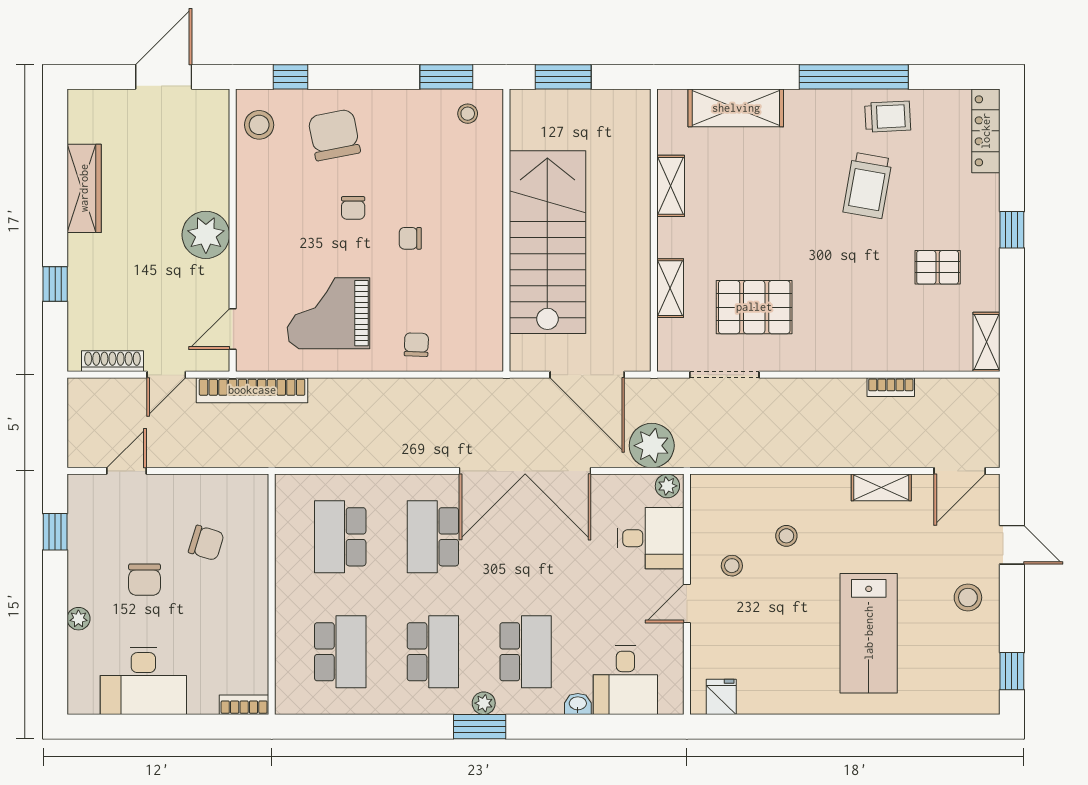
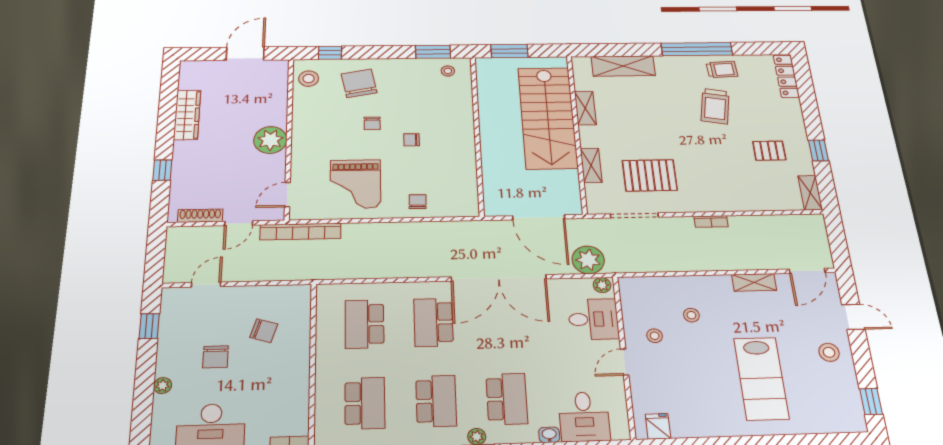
window: (1012, 230) -> (818, 150), moved
stairs: (547, 242) -> (548, 118), moved, turned 180
grand piano: (329, 313) -> (355, 184), turned -90
bookcase: (891, 387) -> (711, 221), moved

